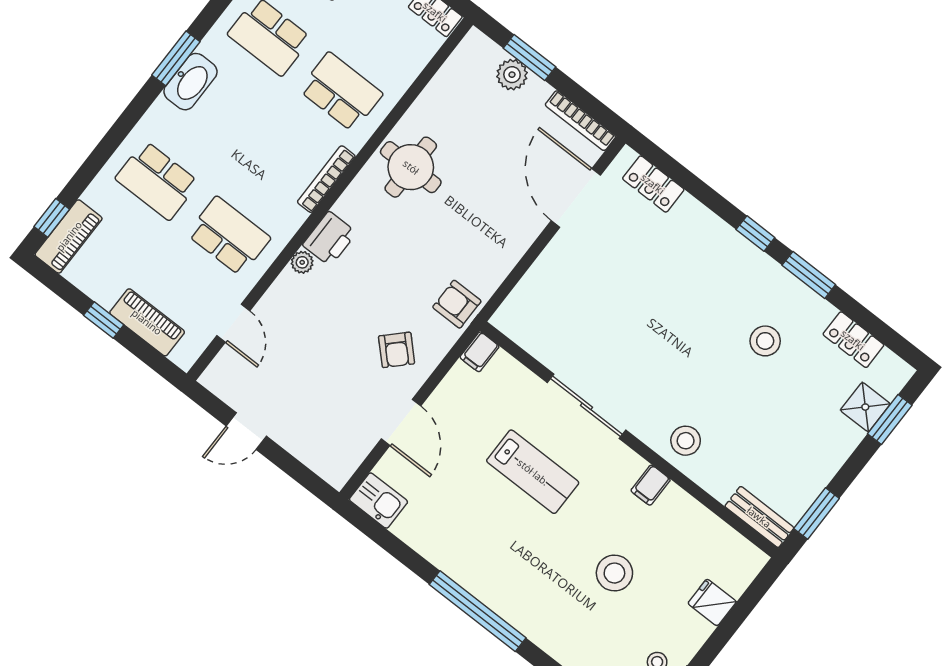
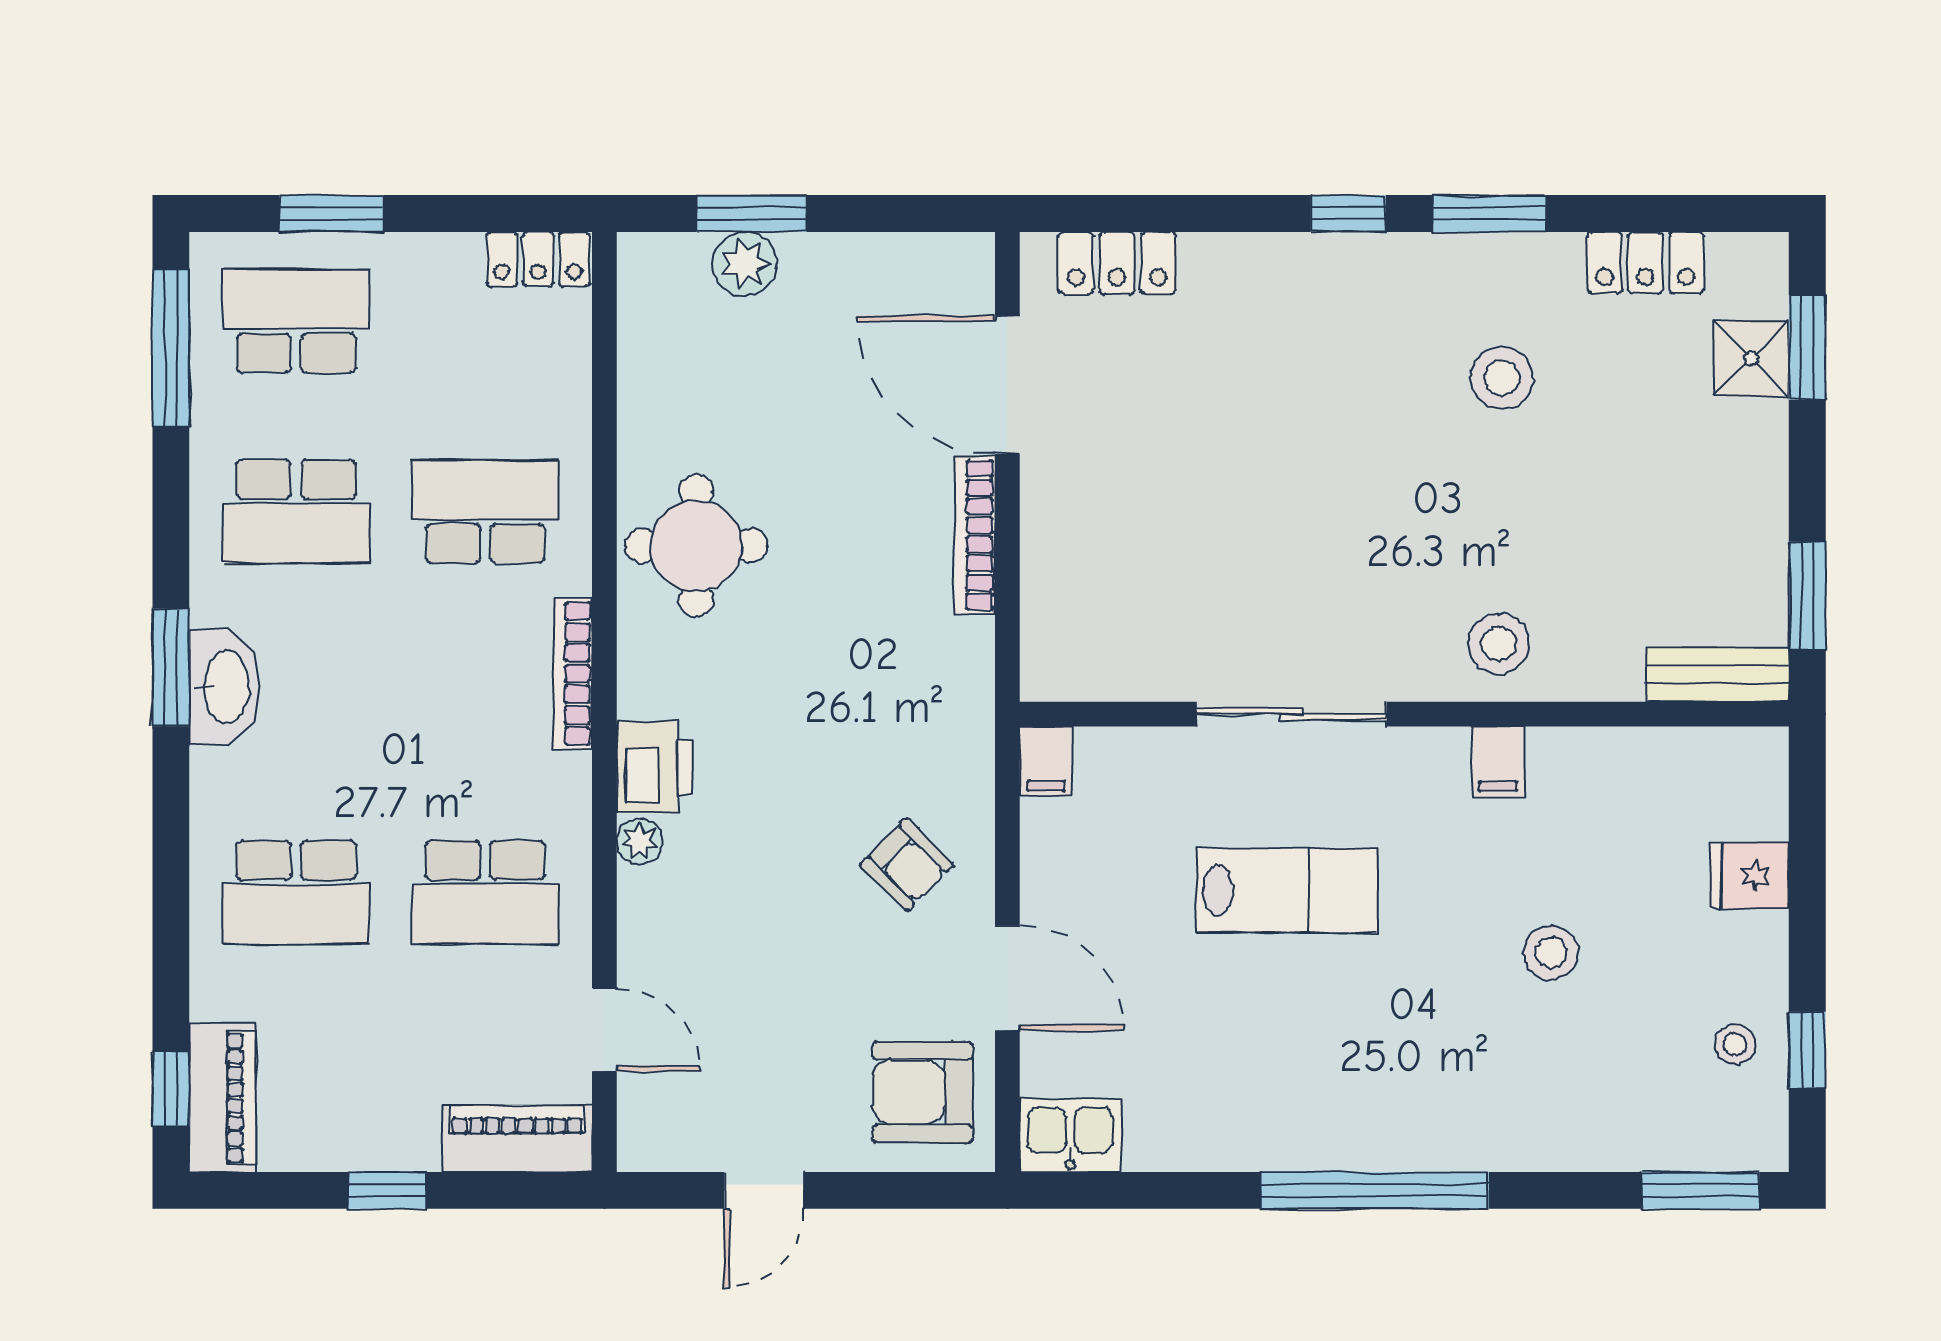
bookcase: (580, 121) -> (975, 535), moved, turned 90
school desk: (229, 236) -> (485, 892), turned 180
armchair: (457, 304) -> (923, 1092), moved, width x1.38, depth x1.38
piano: (147, 322) -> (517, 1139), moved
stool: (614, 573) -> (1551, 953), width x0.73, depth x0.73

